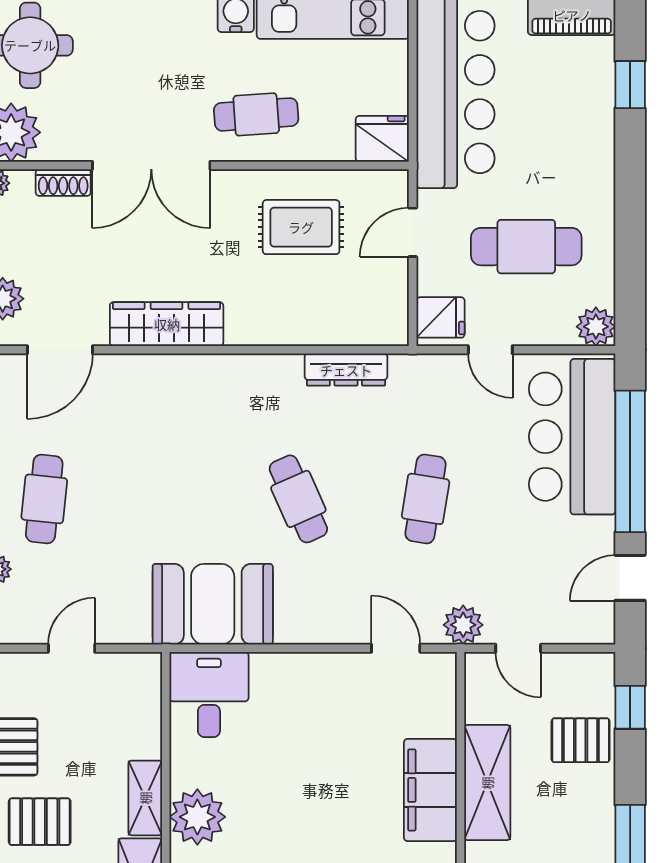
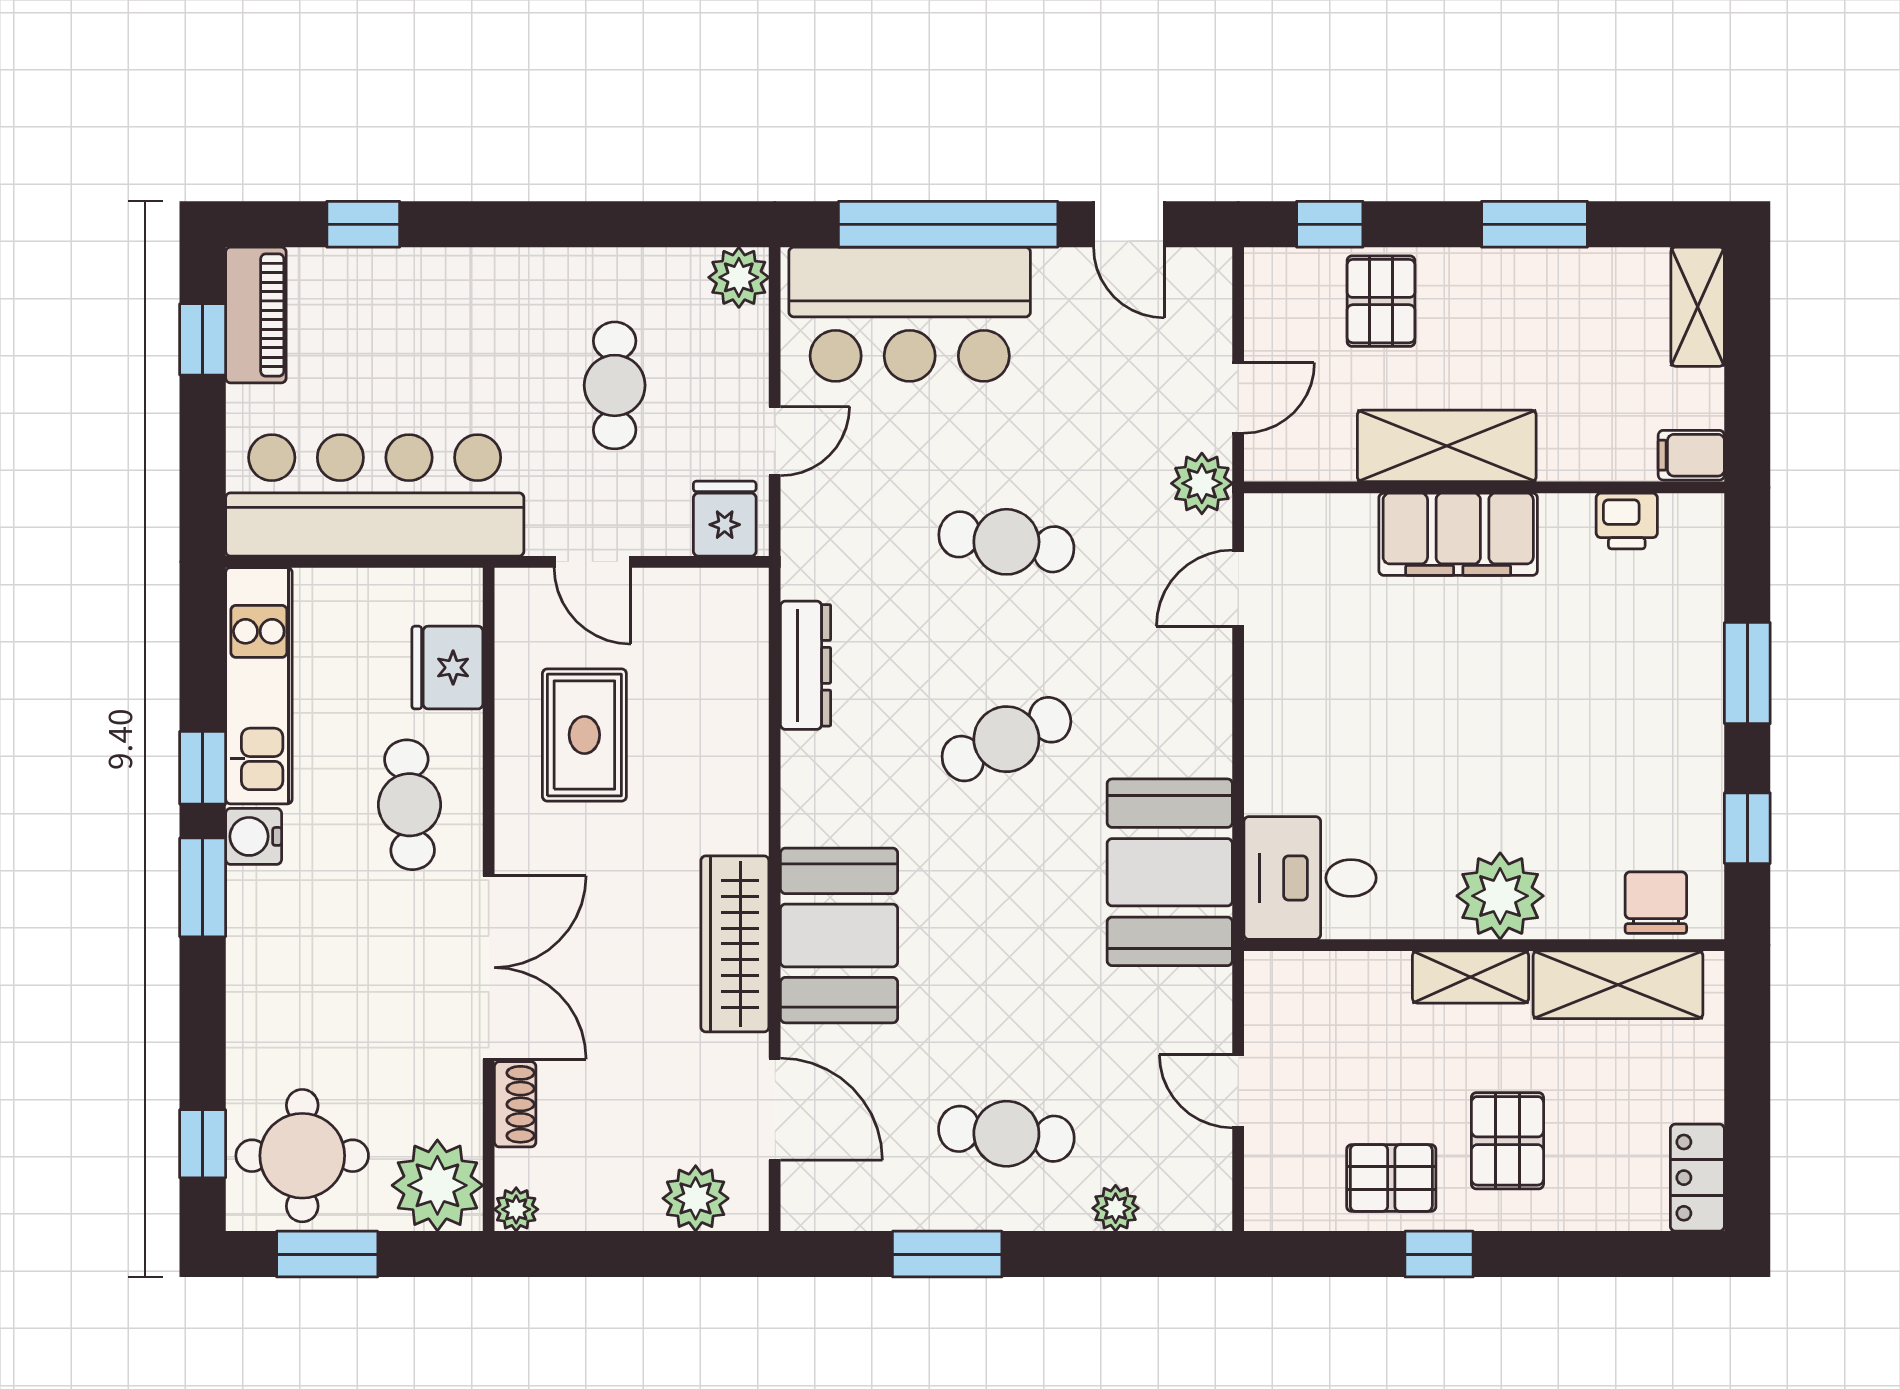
fridge: (382, 139) -> (447, 668), moved
cafe table: (526, 247) -> (615, 385), width x0.73, depth x0.74
booth: (172, 391) -> (839, 935), added

